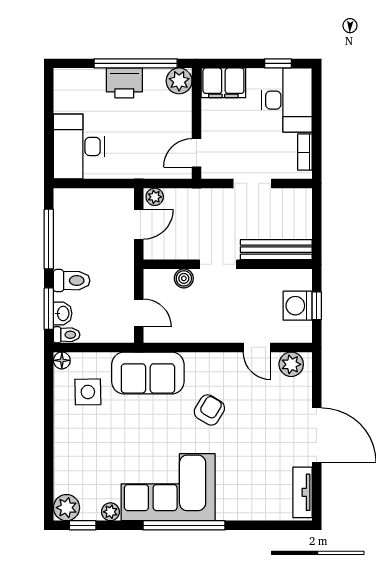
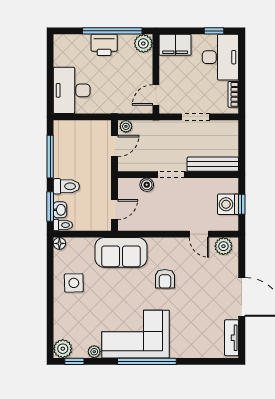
door: (139, 313) -> (115, 210), hinge flipped
side table: (88, 392) -> (74, 283), moved
armchair: (209, 410) -> (165, 279), turned 149

